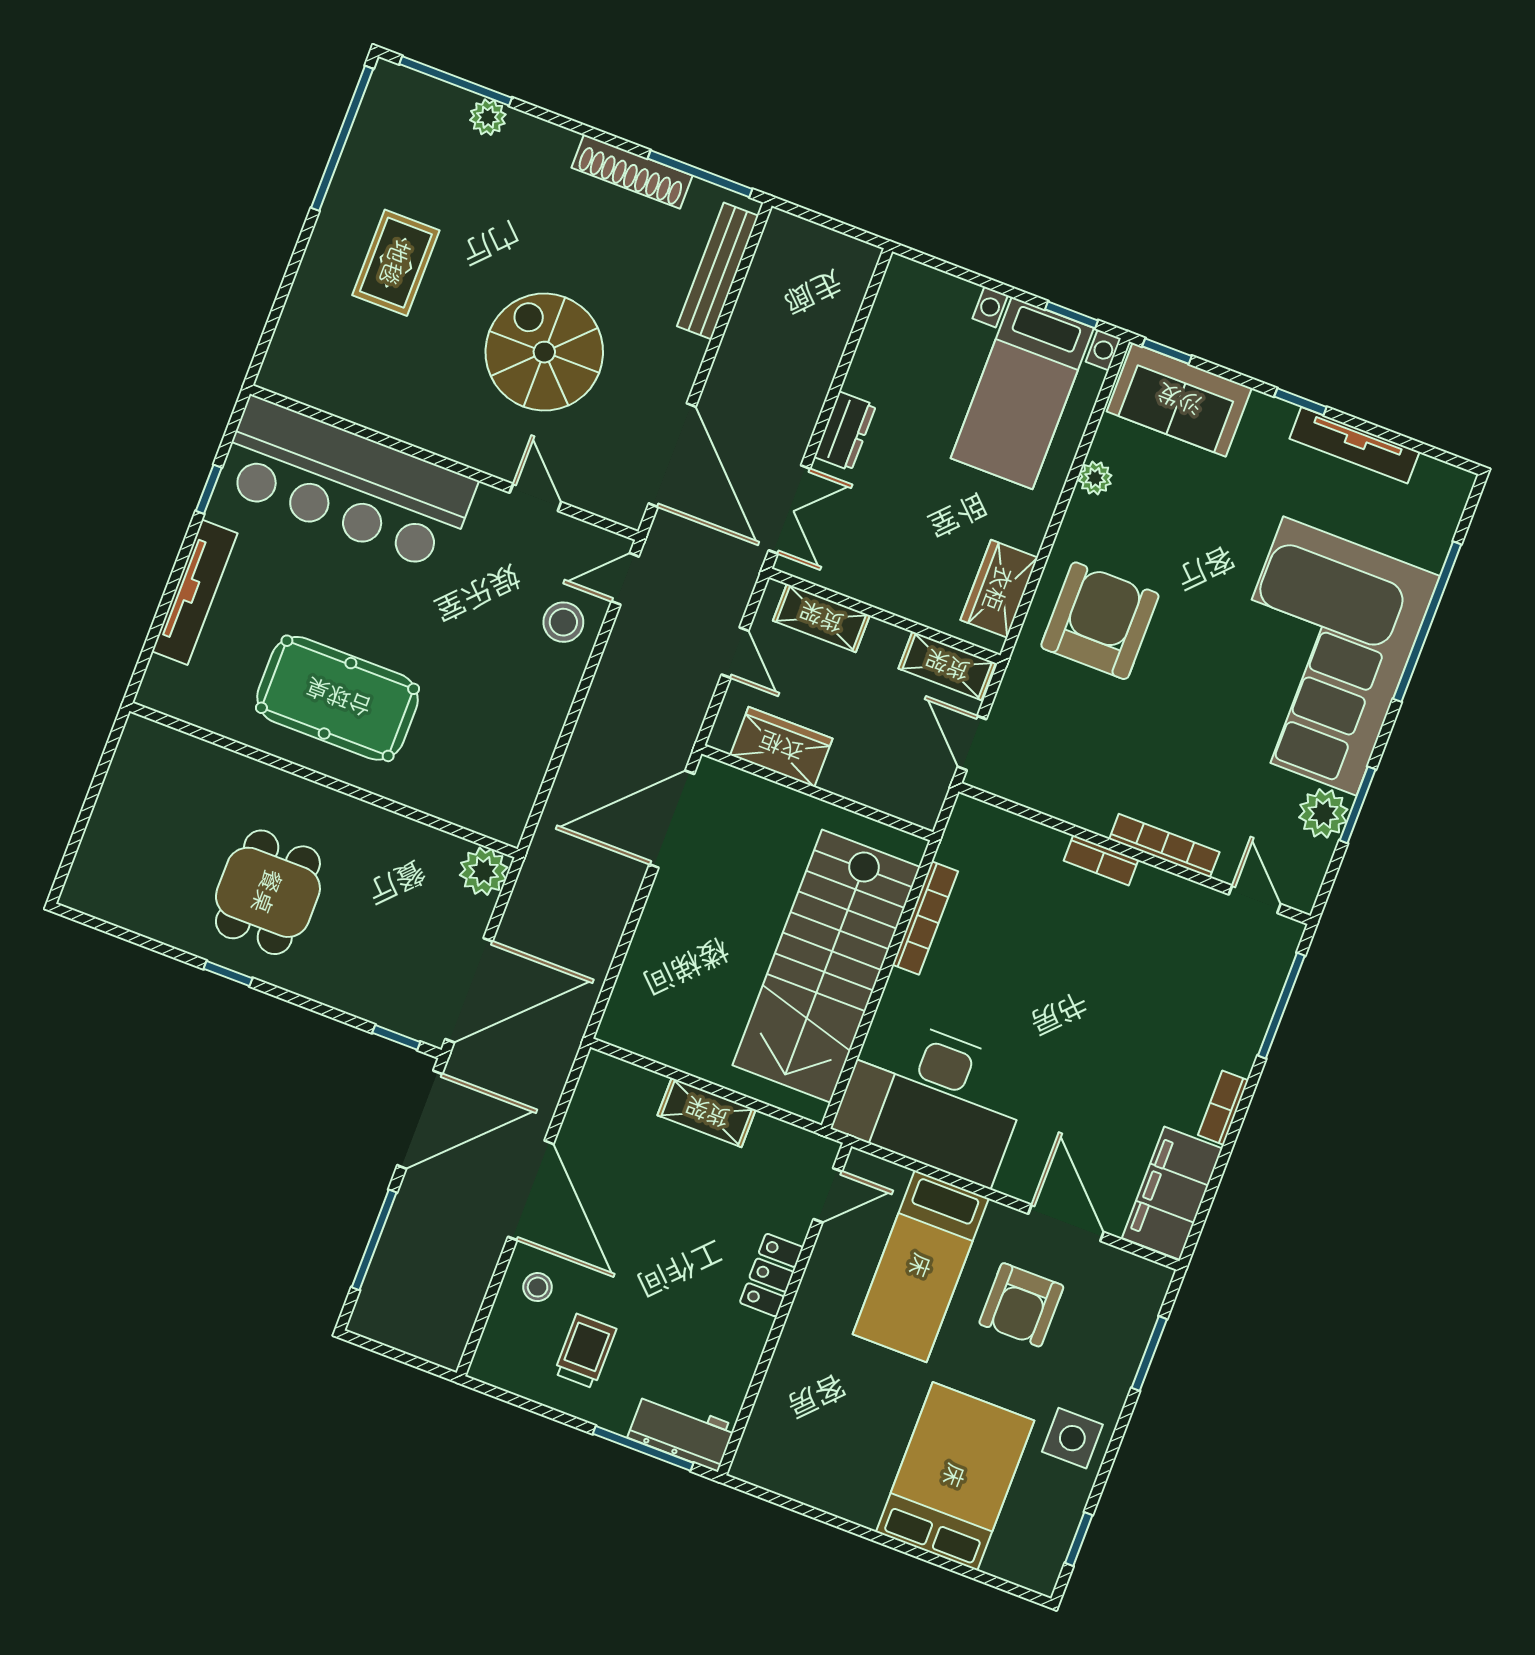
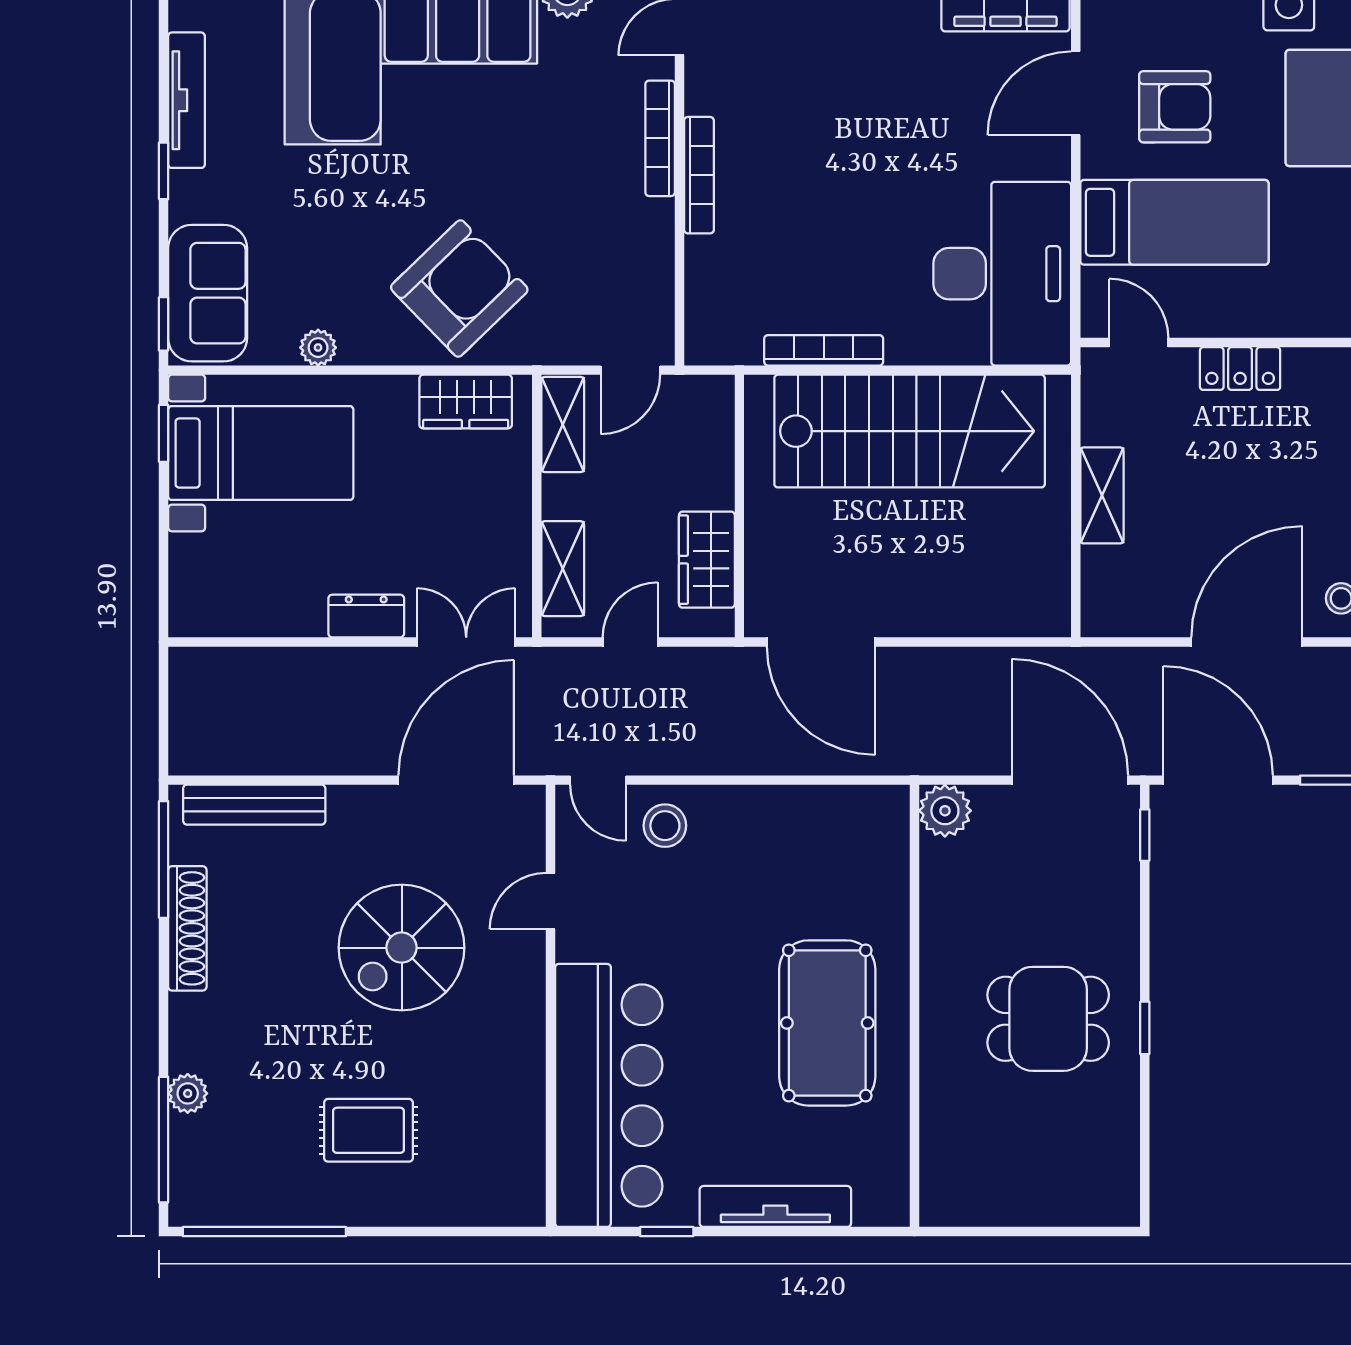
armchair: (1100, 621) -> (459, 288), turned 136
bookcase: (1101, 860) -> (699, 175), width x1.56

